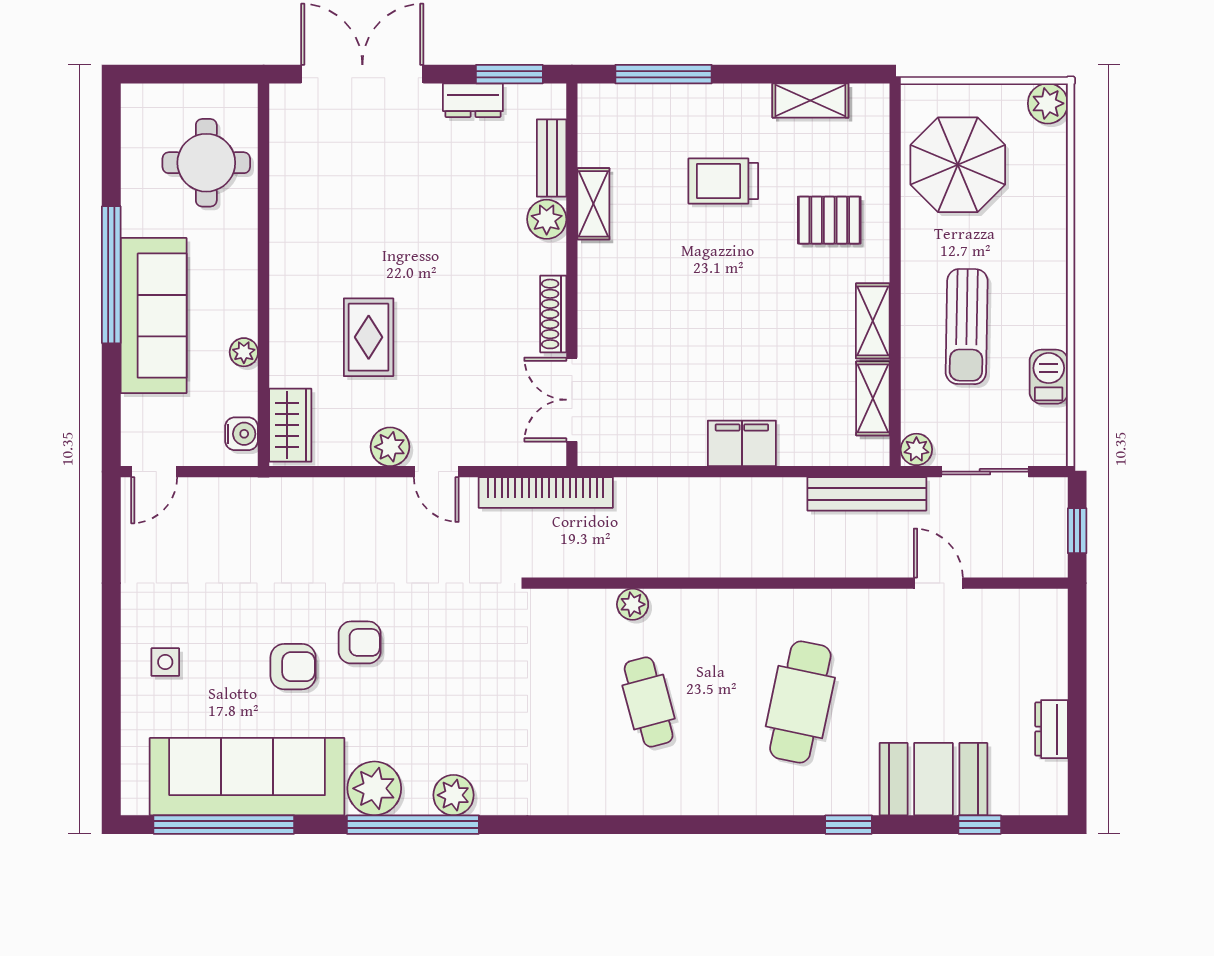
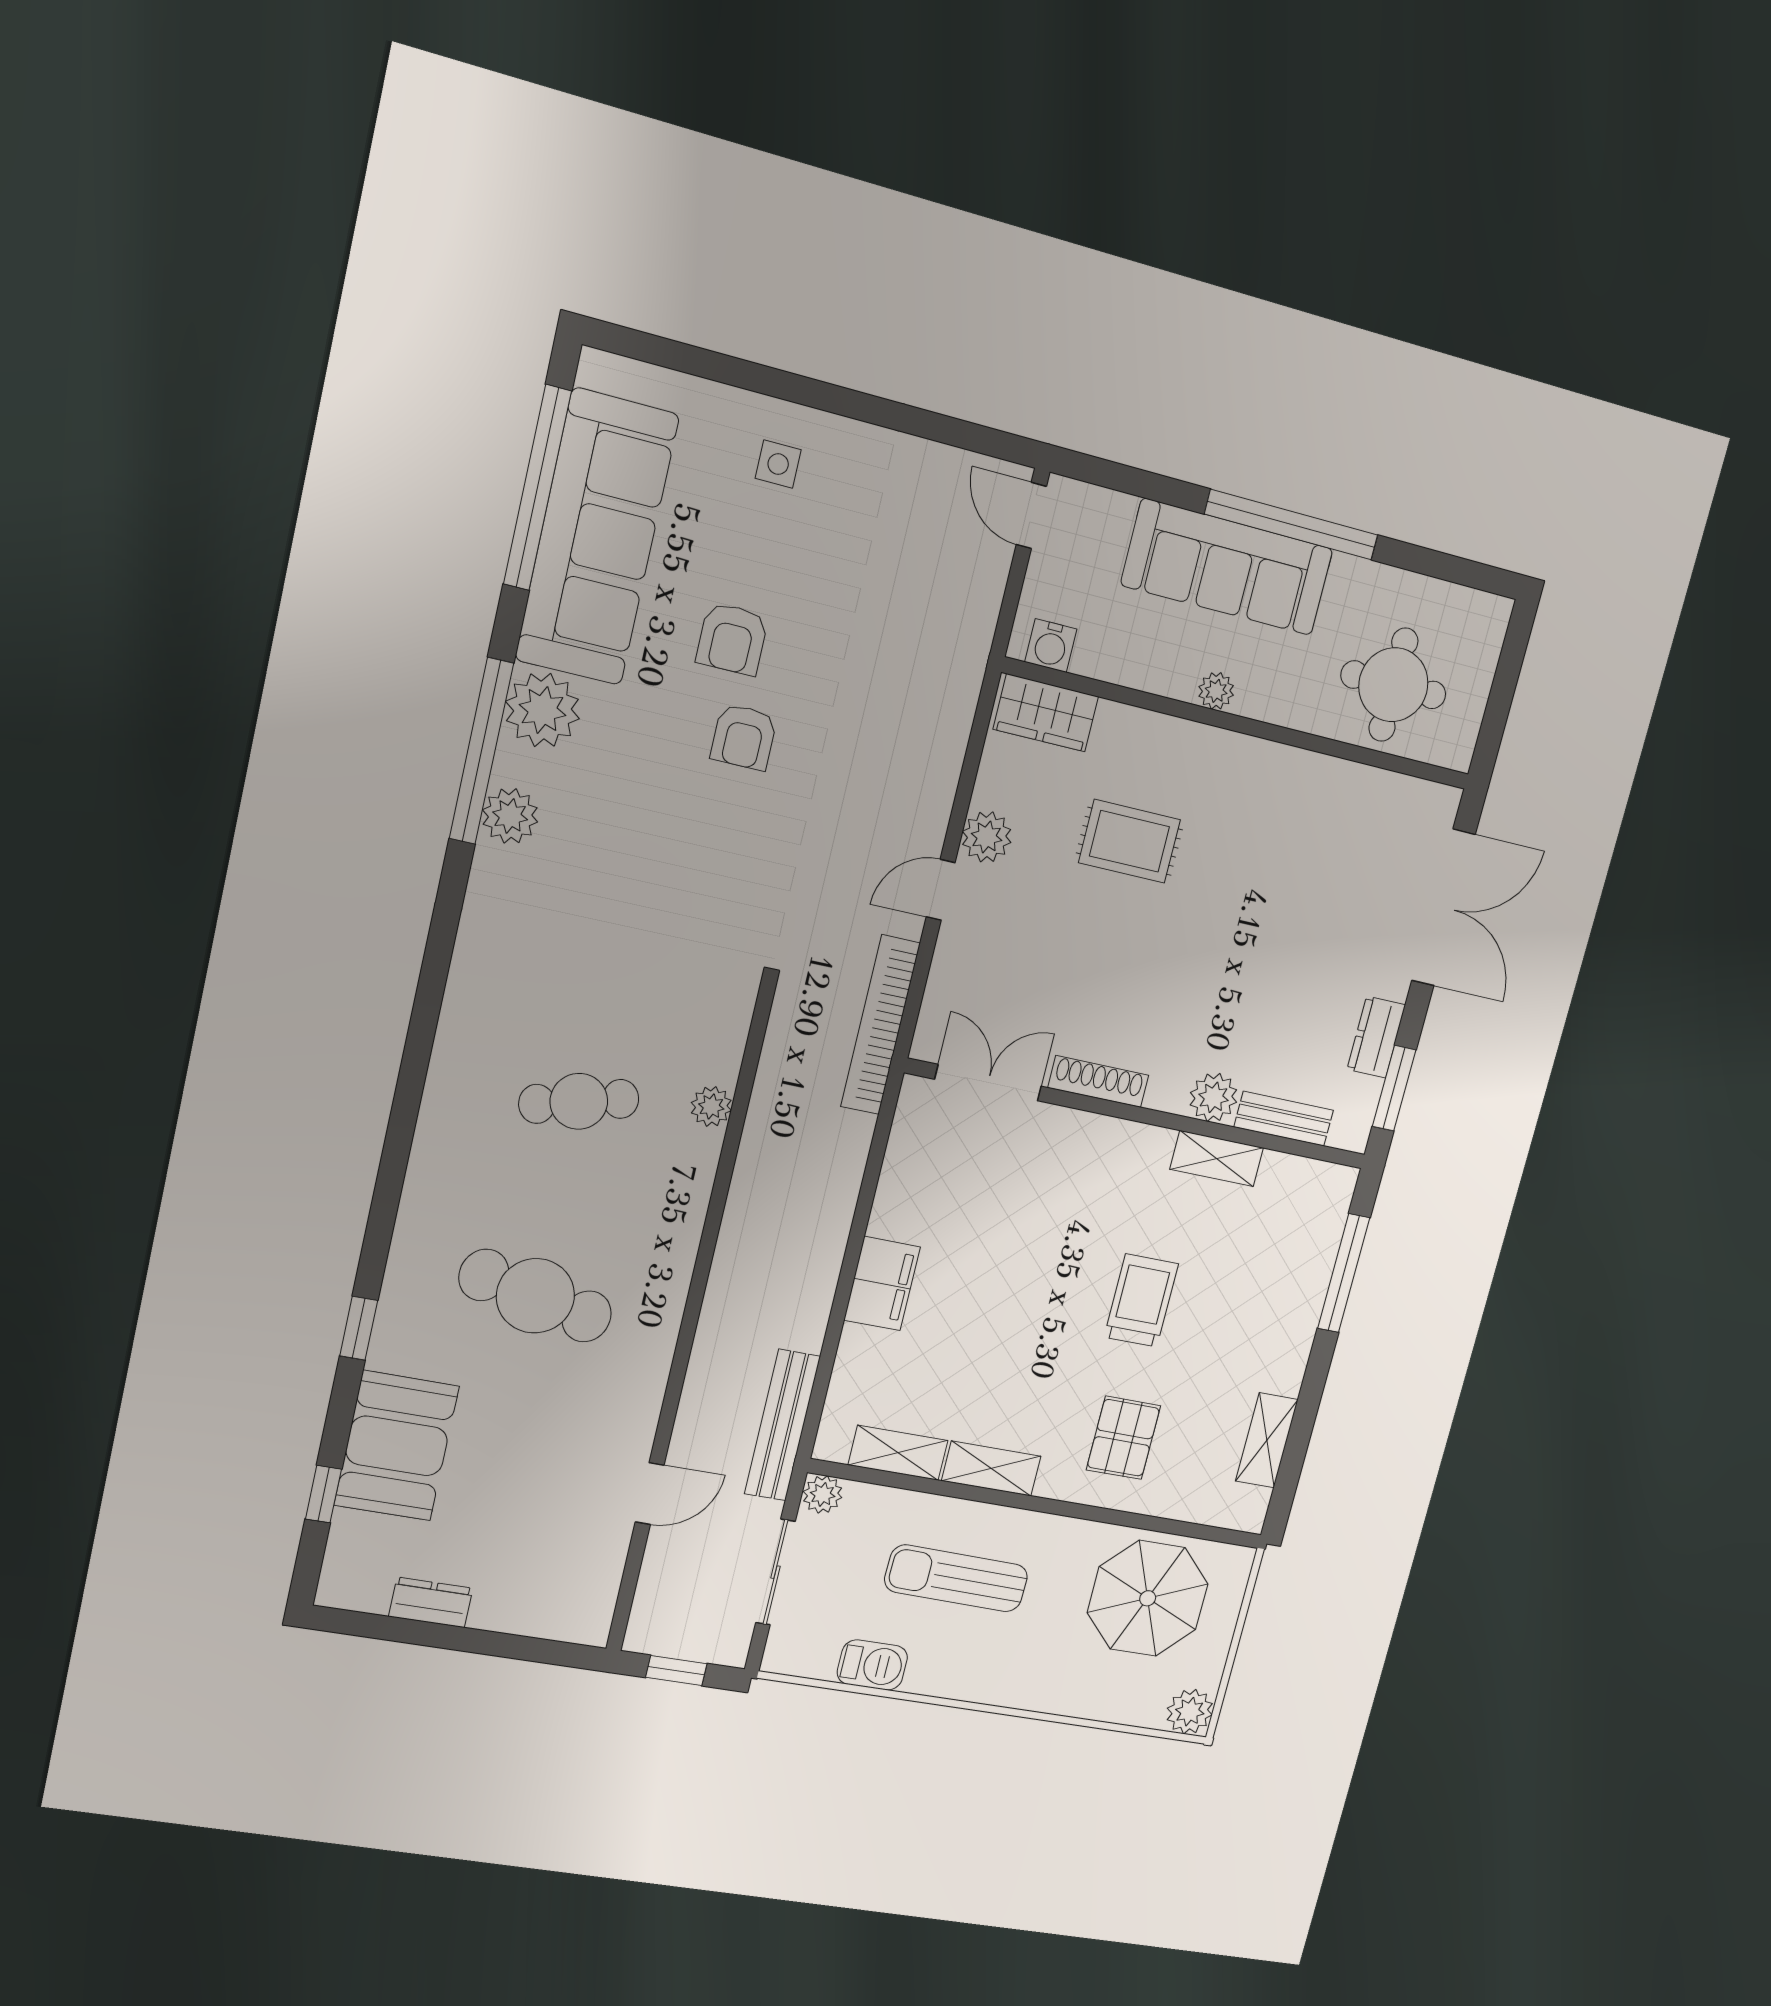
trolley: (723, 181) -> (1141, 1301), moved
plant: (244, 352) -> (1216, 691), moved

